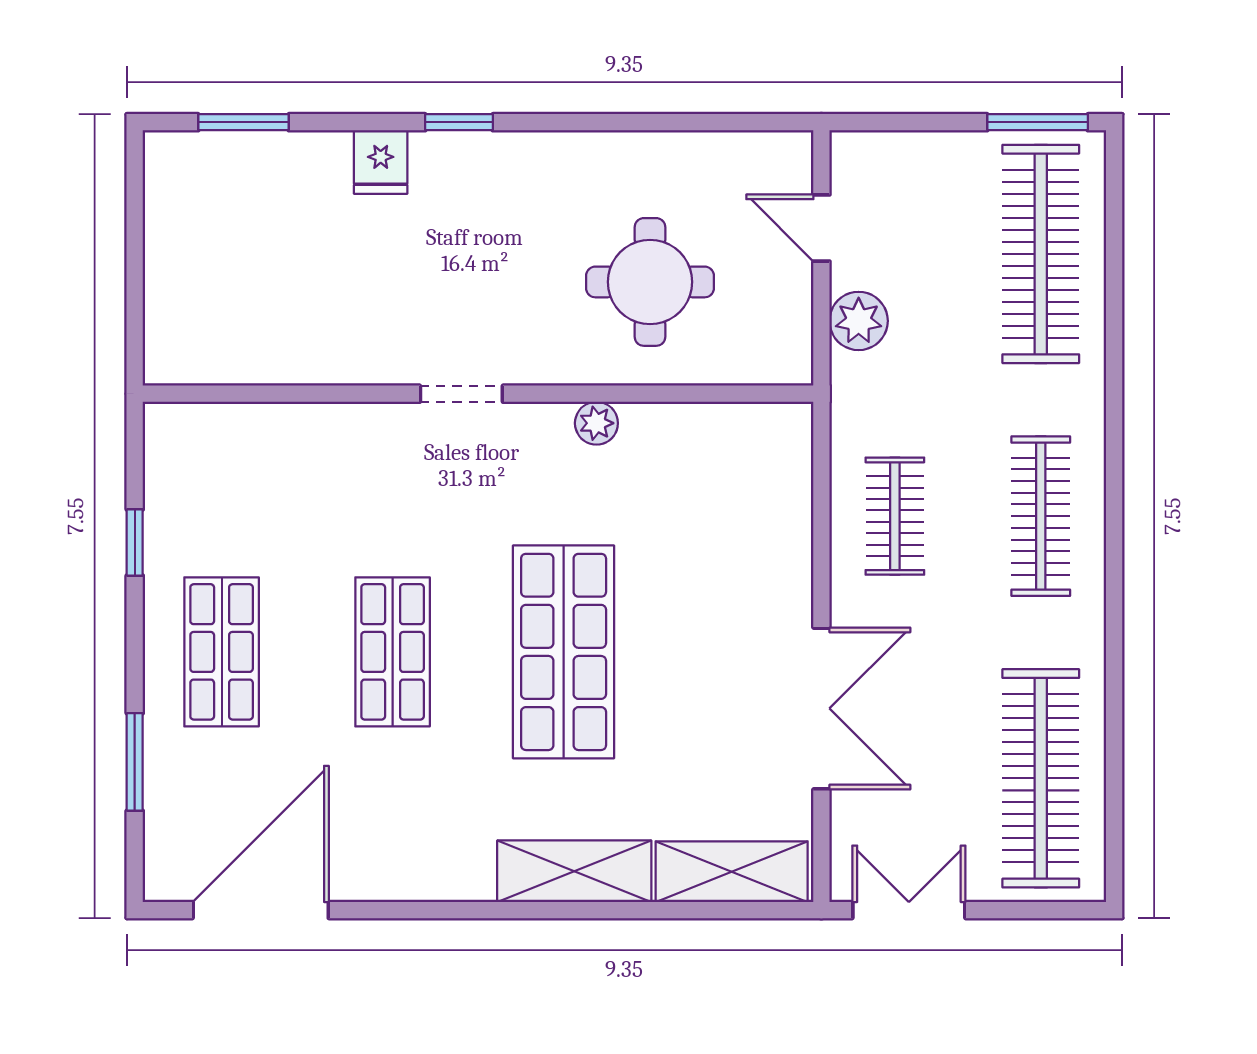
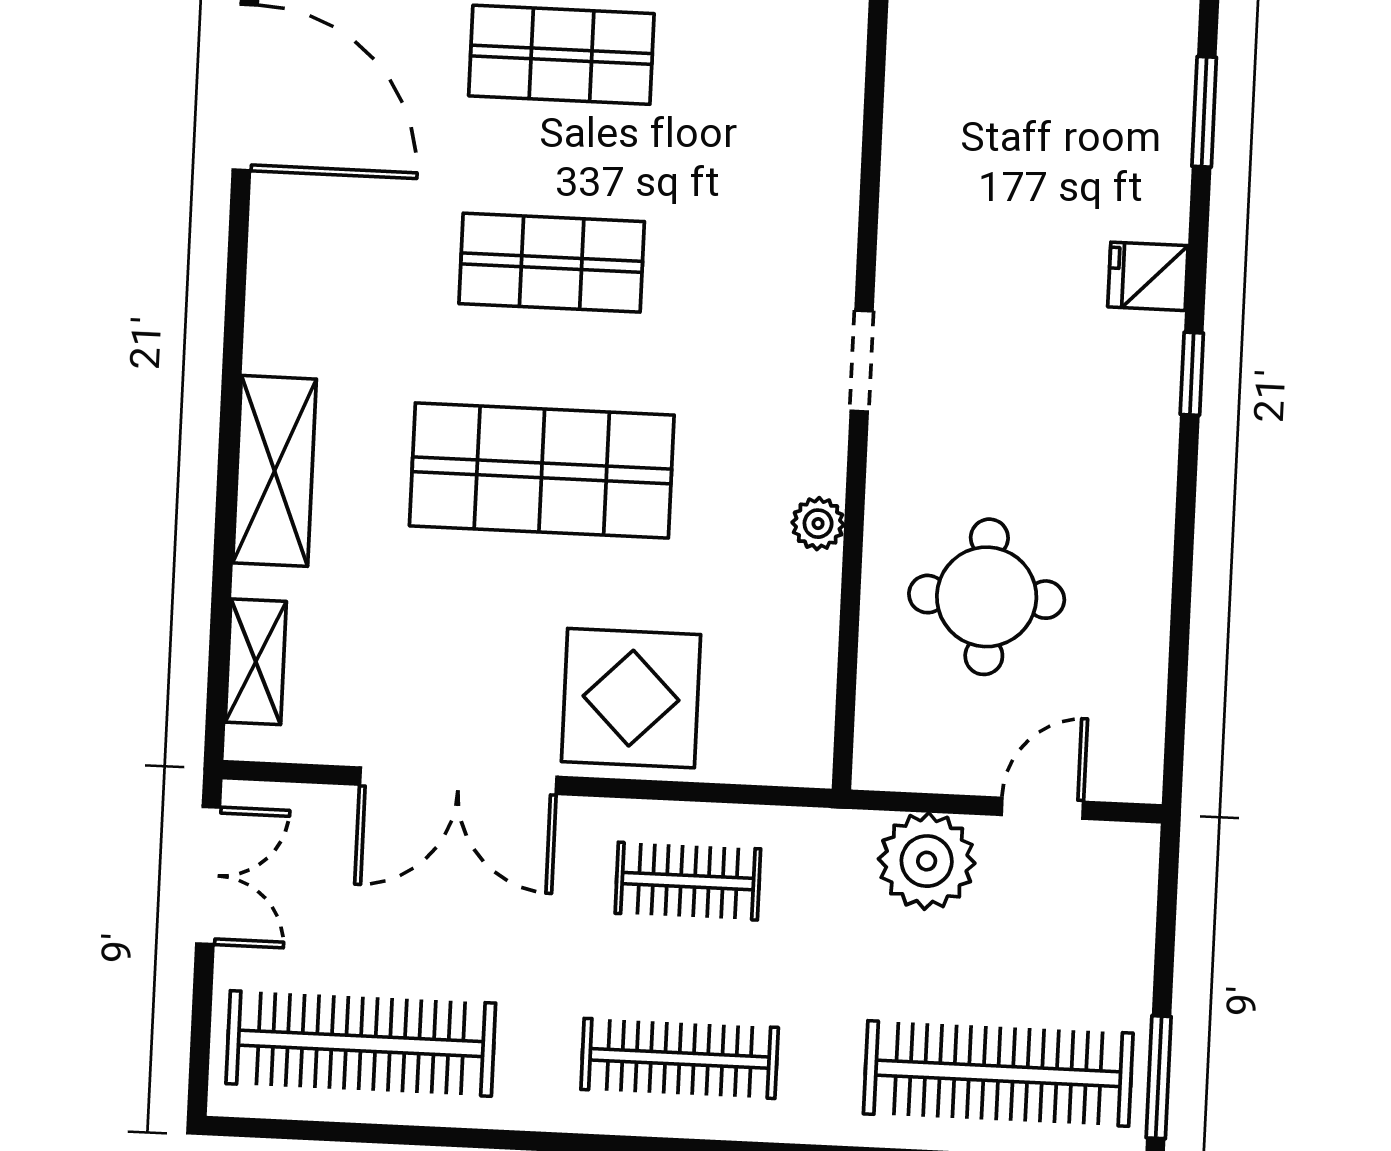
plant: (859, 321) -> (927, 861), width x1.36, depth x1.36
display table: (747, 570) -> (631, 698), added
shelving: (732, 872) -> (256, 662), width x0.67, depth x0.75

